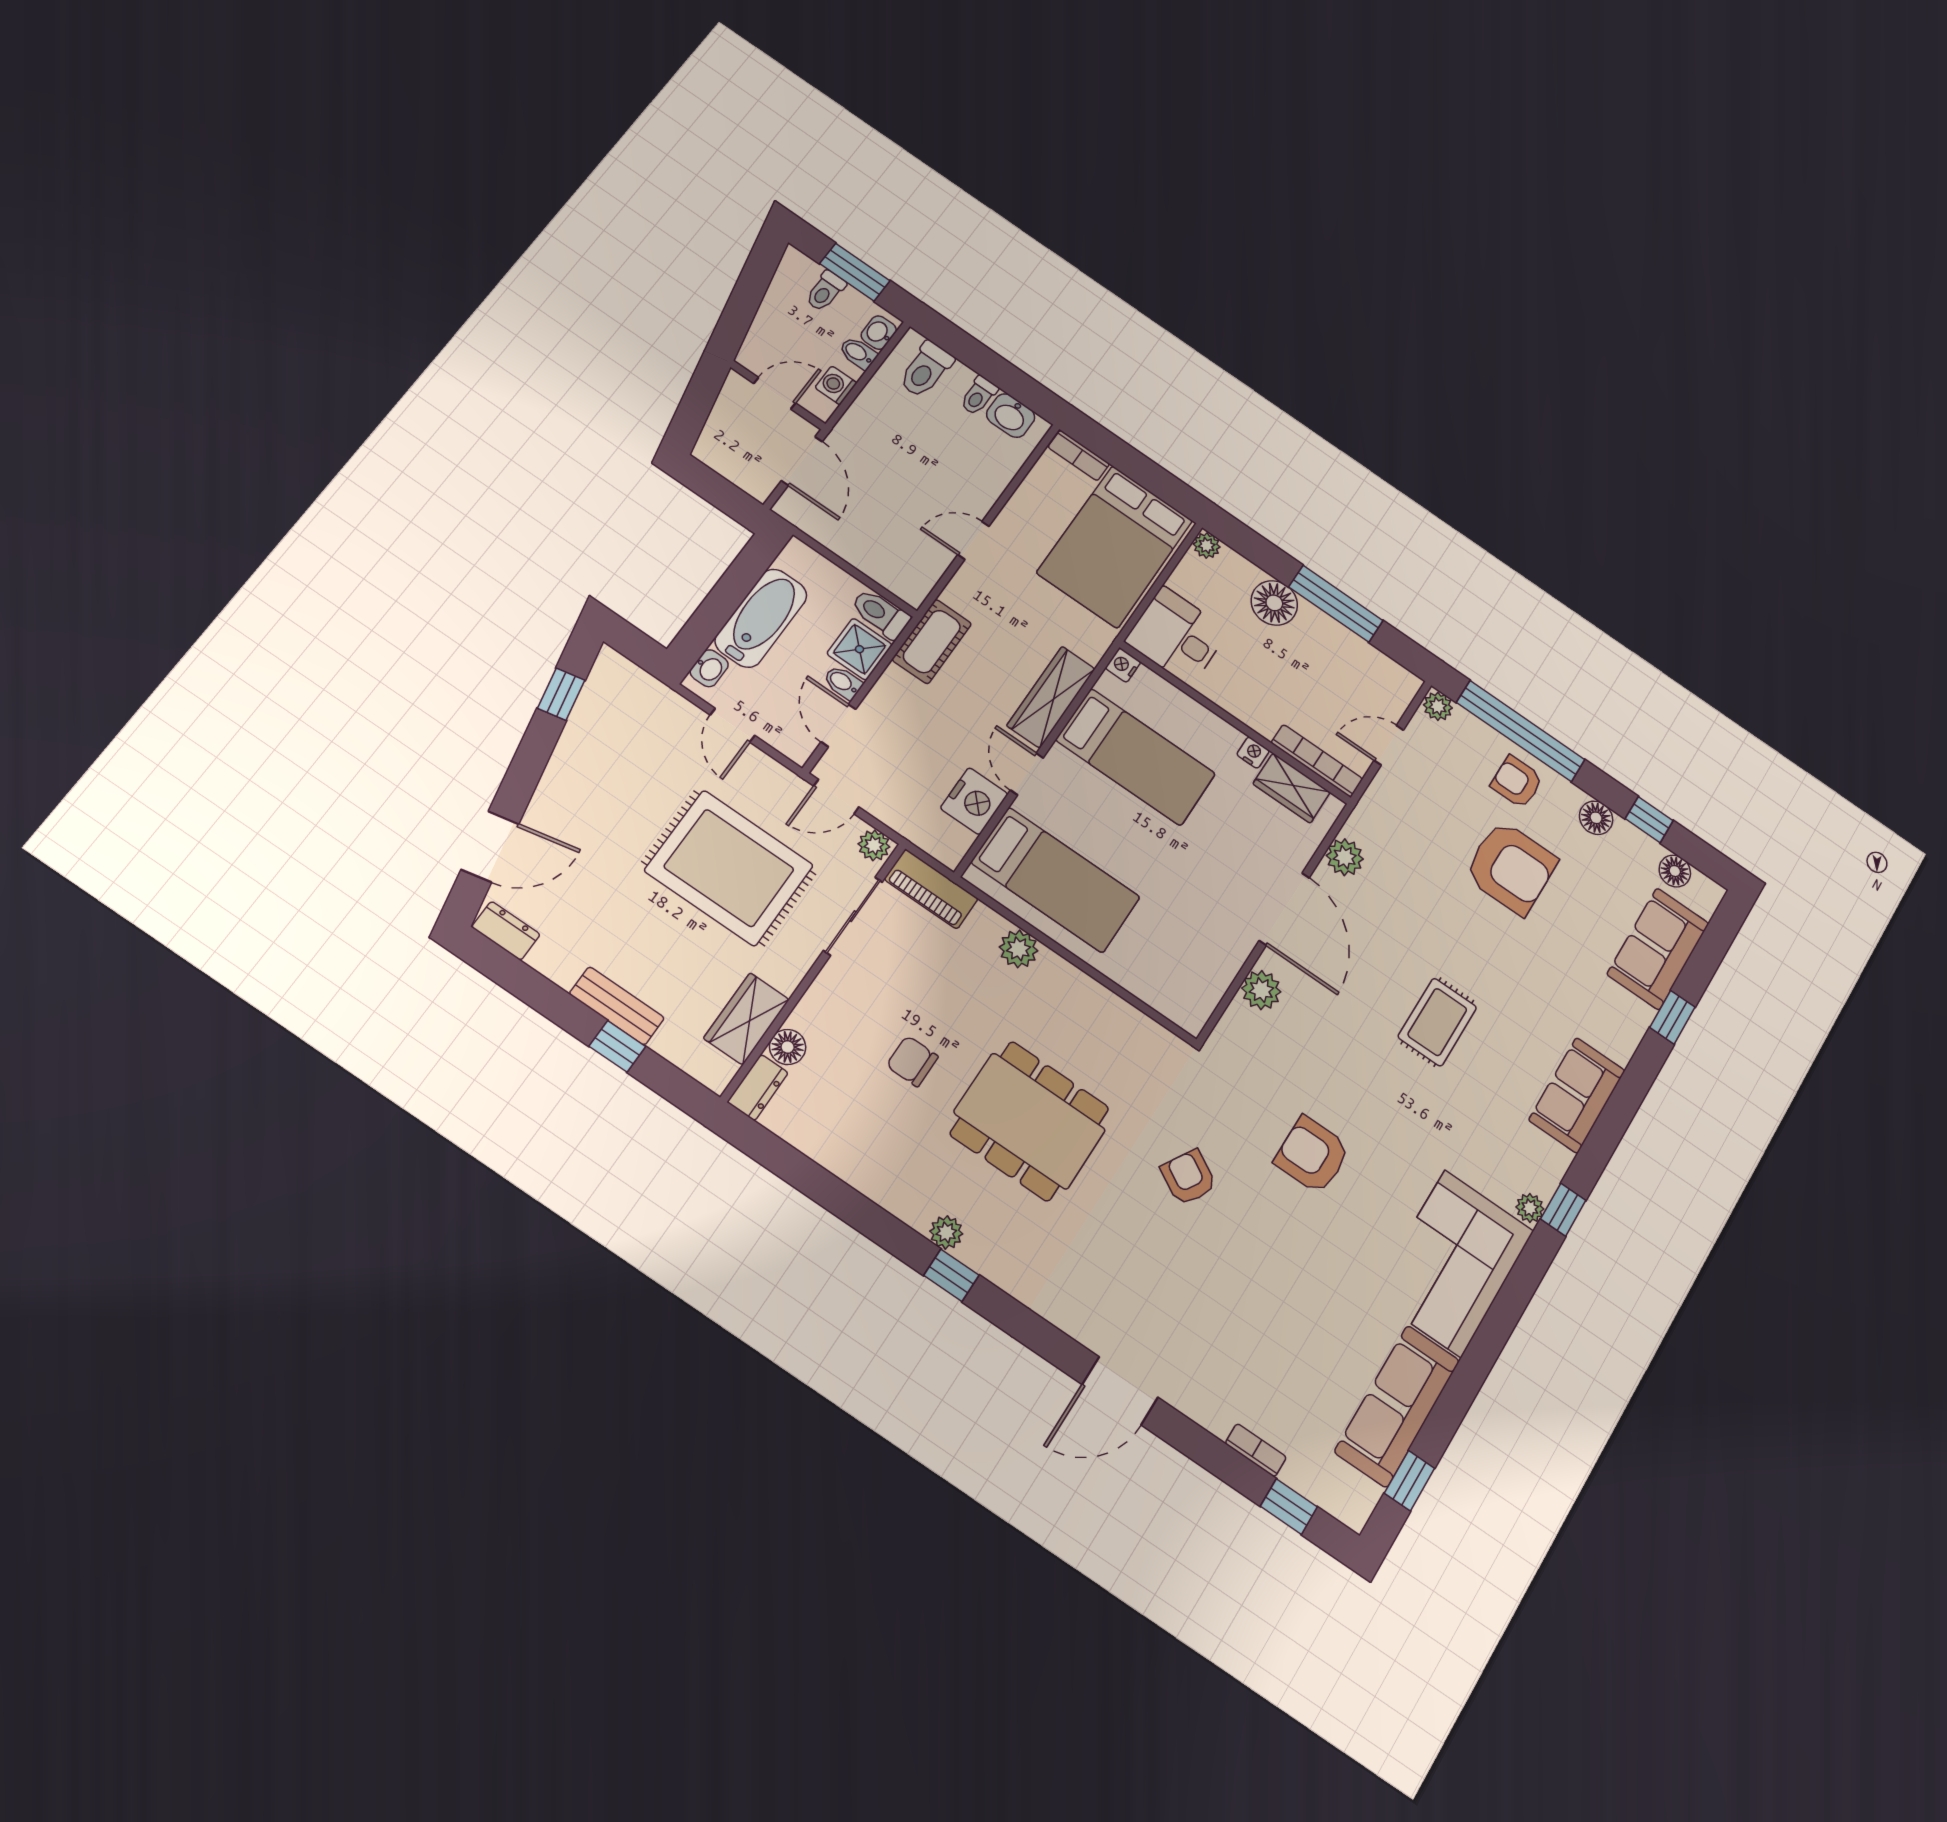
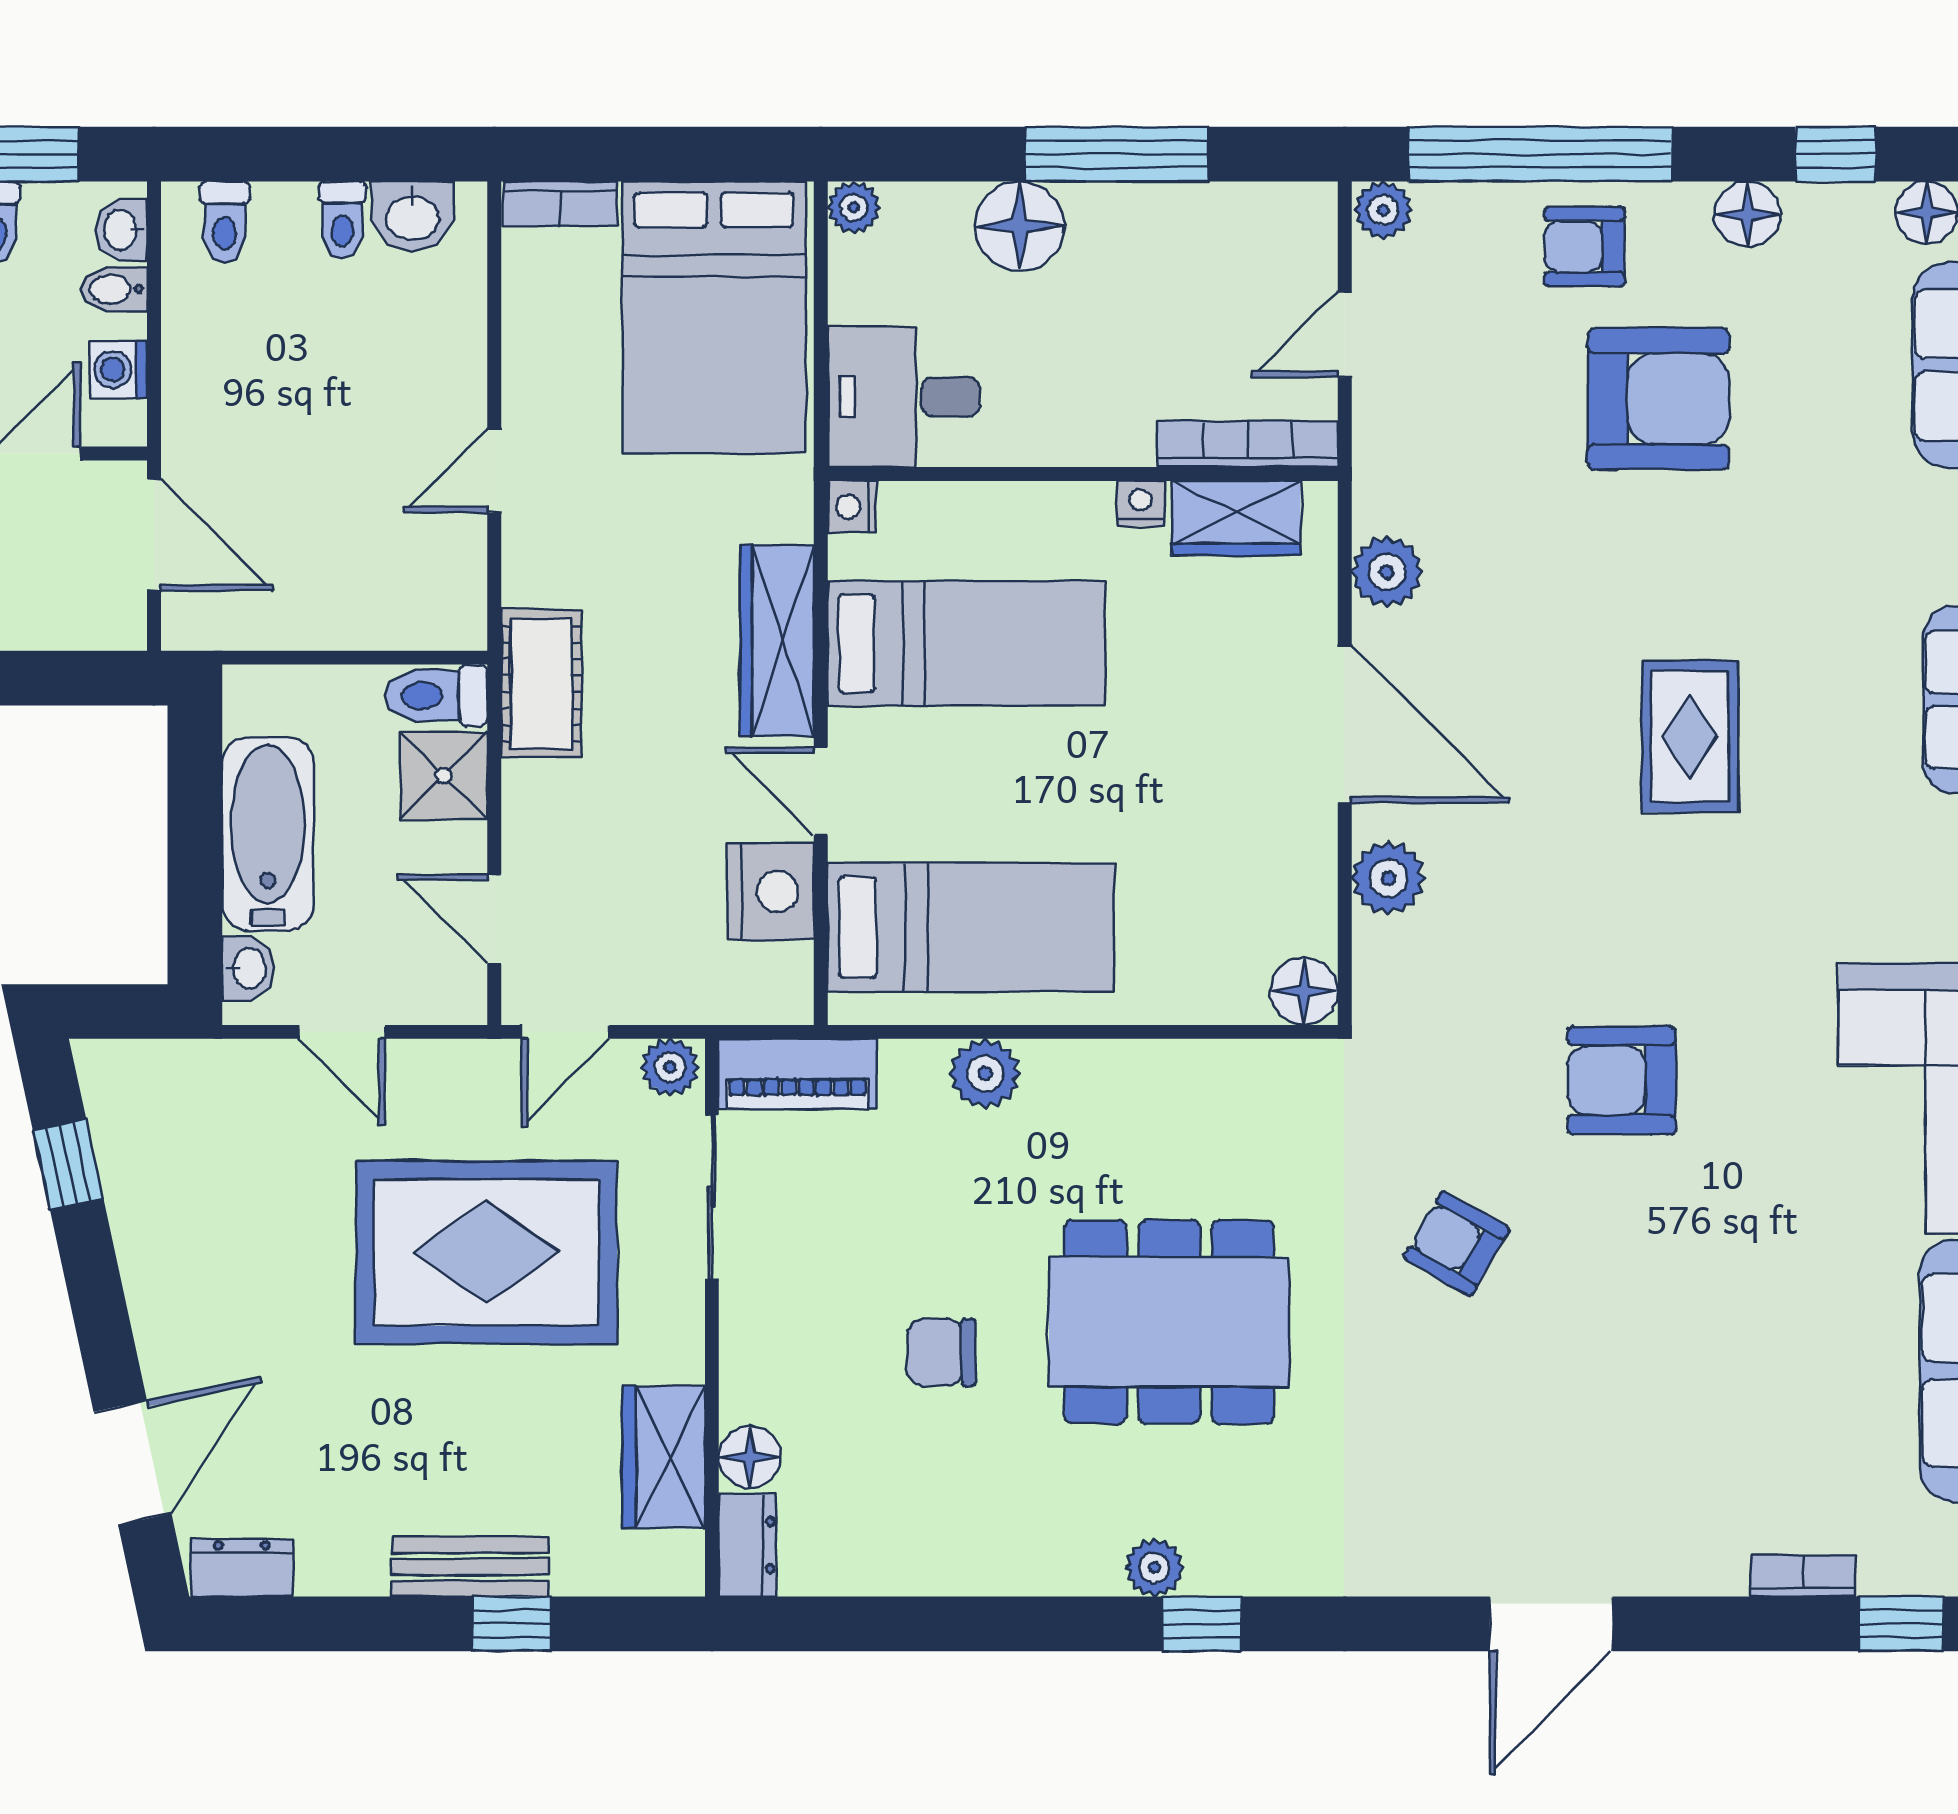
toilet: (926, 370) -> (225, 222), width x0.73, depth x0.72
bidet: (843, 682) -> (455, 847), removed
floor lamp: (1191, 1014) -> (1304, 991), added

